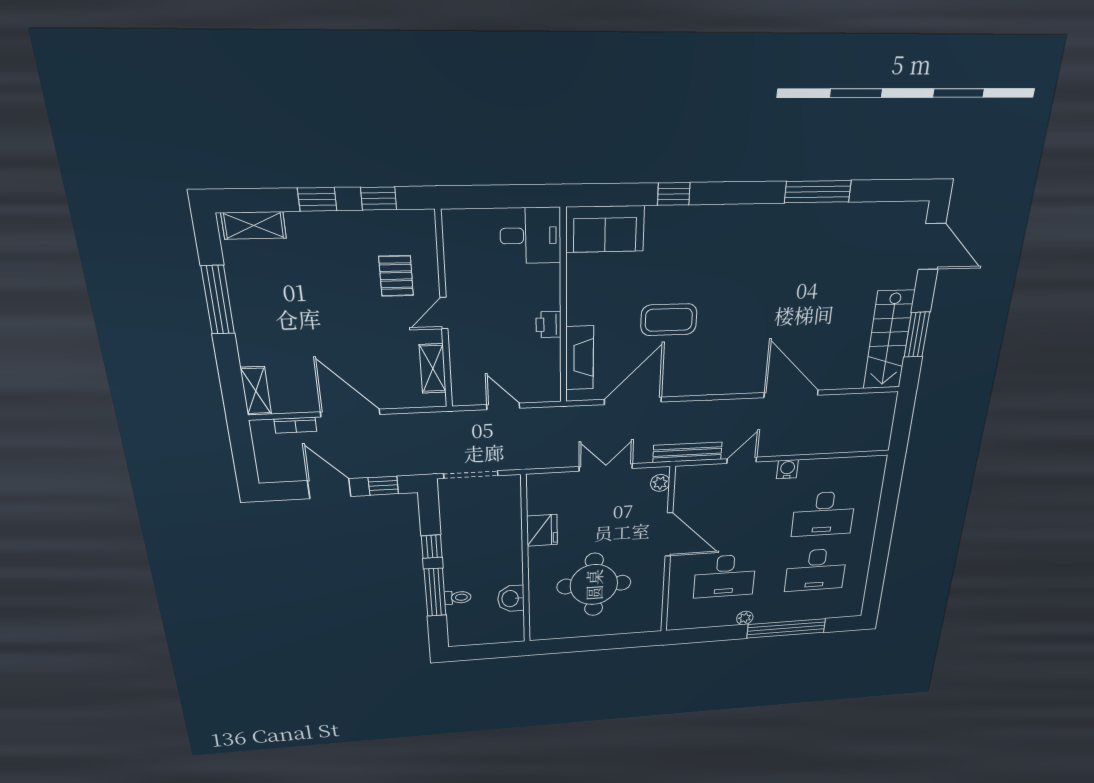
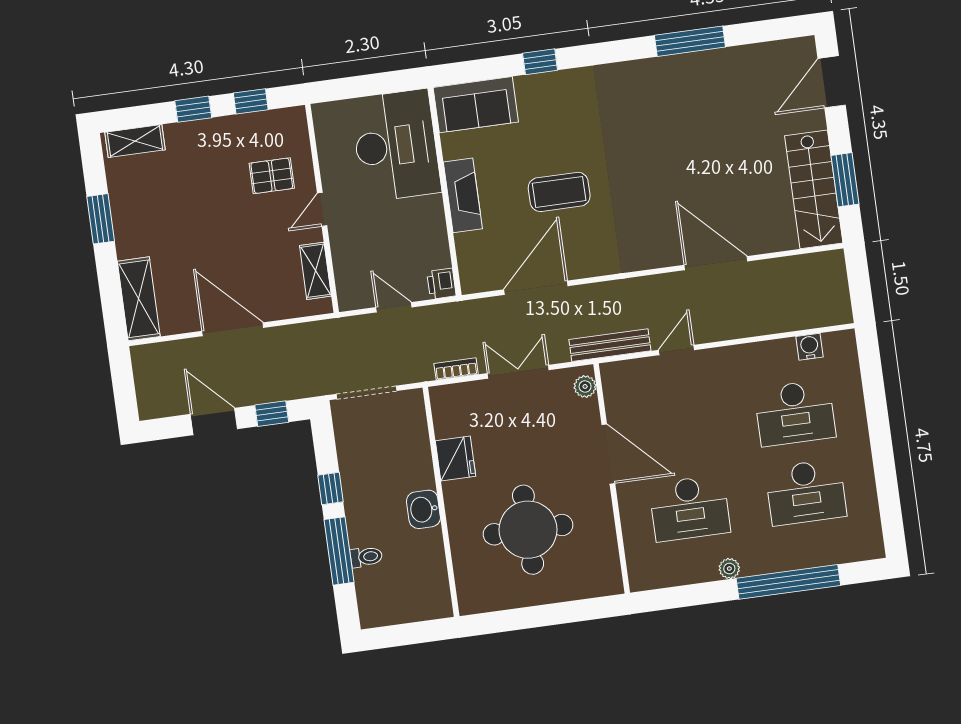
desk: (531, 236) -> (396, 146), width x1.87, depth x1.30
door: (932, 247) -> (832, 82), swing flipped
pallet: (396, 276) -> (272, 176), turned 90
window: (218, 300) -> (101, 219), width x0.69
printer: (549, 325) -> (441, 284), moved
fireplace: (580, 358) -> (463, 195), moved
shelving: (256, 391) -> (139, 299), width x1.50, depth x1.33
bookcase: (295, 425) -> (456, 369), moved, turned 180
water cooler: (787, 469) -> (809, 347), moved
washbasin: (511, 599) -> (423, 509), moved

